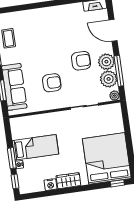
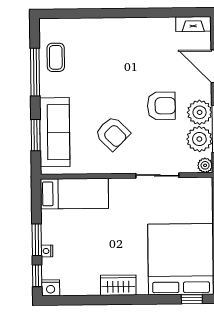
armchair: (52, 83) -> (113, 133), turned 45
bed: (35, 147) -> (74, 194), moved
nightstand: (51, 185) -> (51, 288), moved

